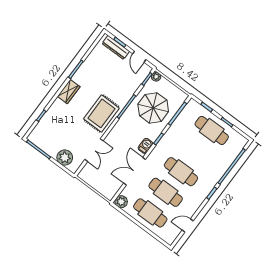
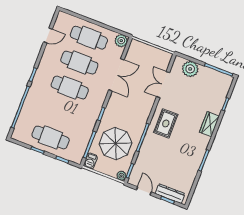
wardrobe: (69, 92) -> (209, 124), moved
rug: (101, 113) -> (166, 123), width x0.73, depth x0.70
barbecue: (145, 146) -> (90, 161), moved

